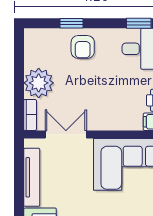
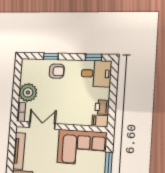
armchair: (83, 47) -> (57, 71), turned -90

